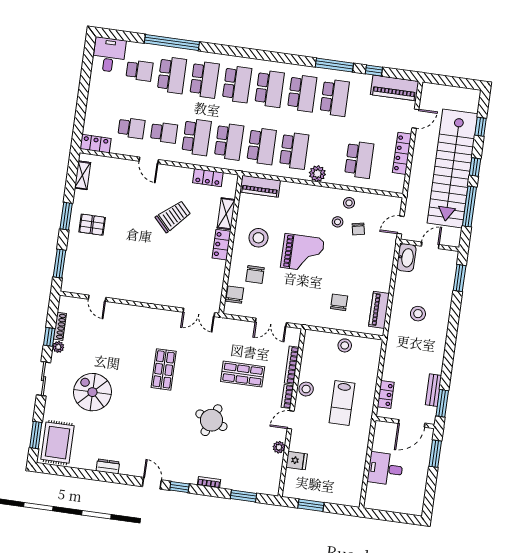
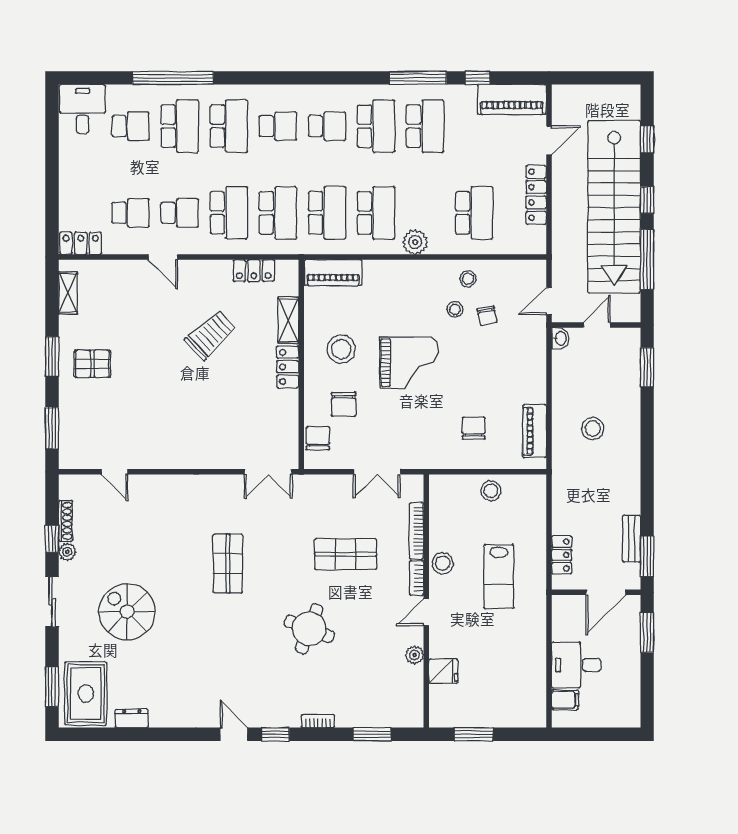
school desk: (237, 84) -> (278, 126), width x0.54
school desk: (270, 89) -> (327, 126), width x0.54
washbasin: (406, 258) -> (560, 338), width x0.52, depth x0.69
dresser: (108, 466) -> (132, 718), moved
filing cabinet: (375, 491) -> (565, 700), added

